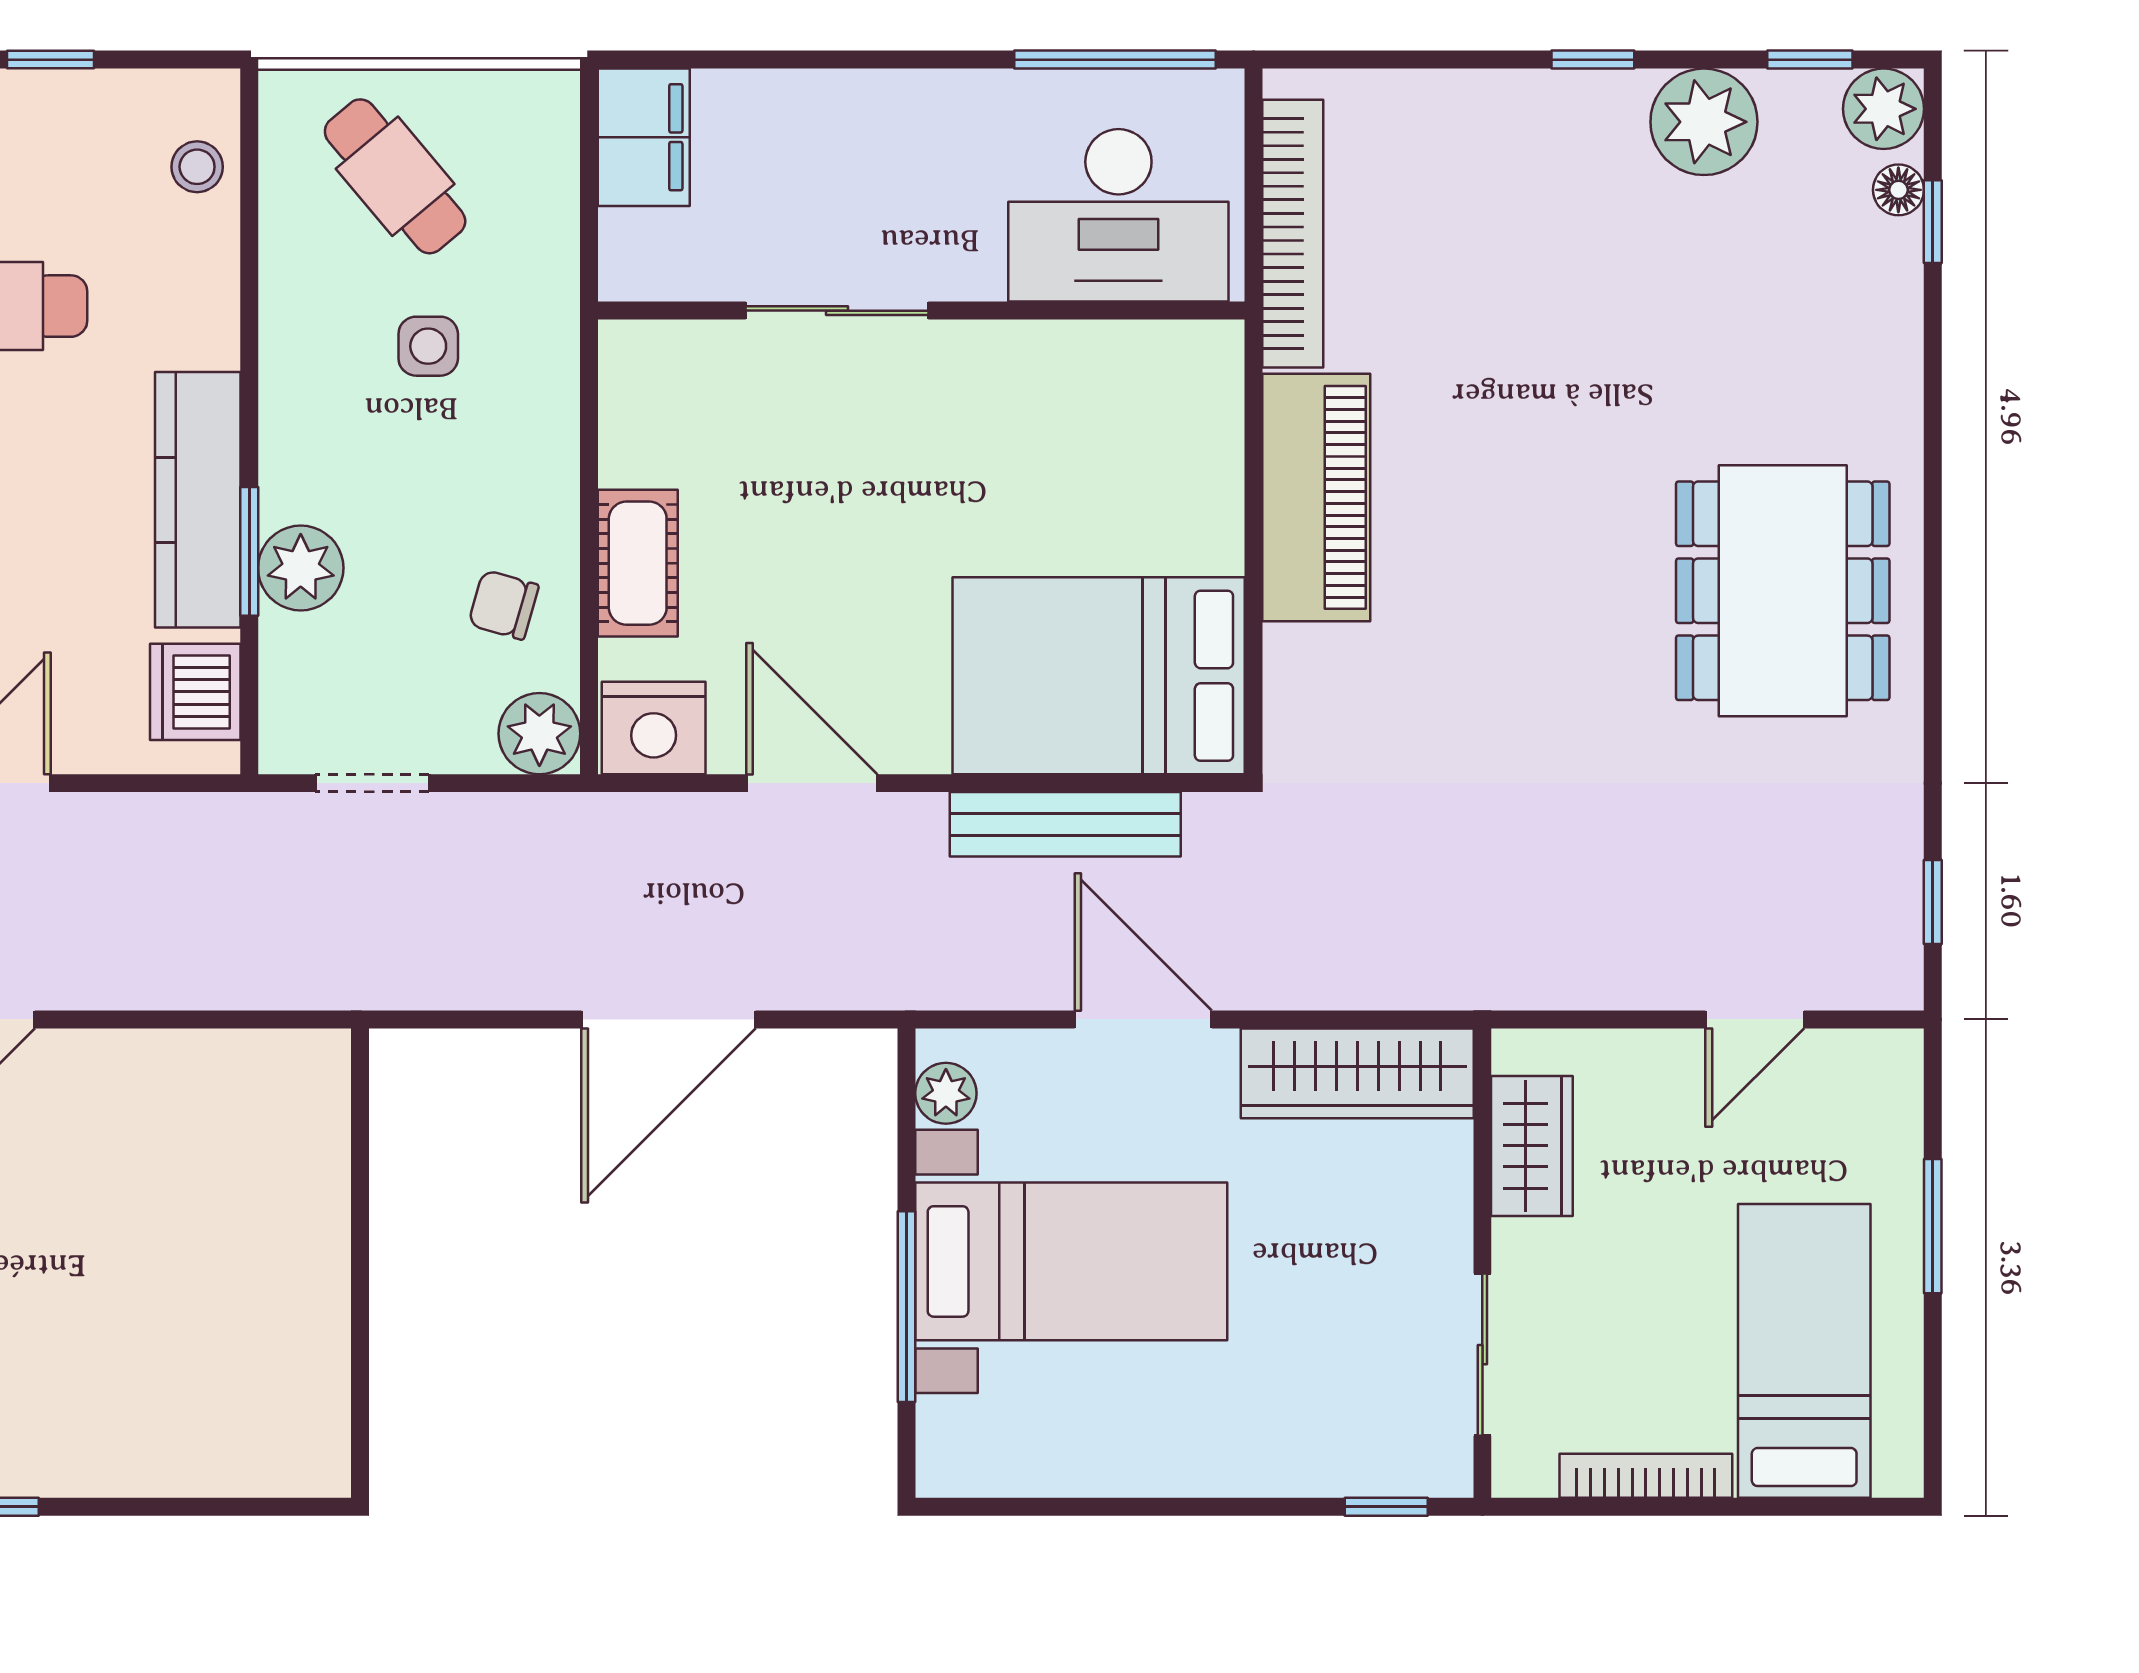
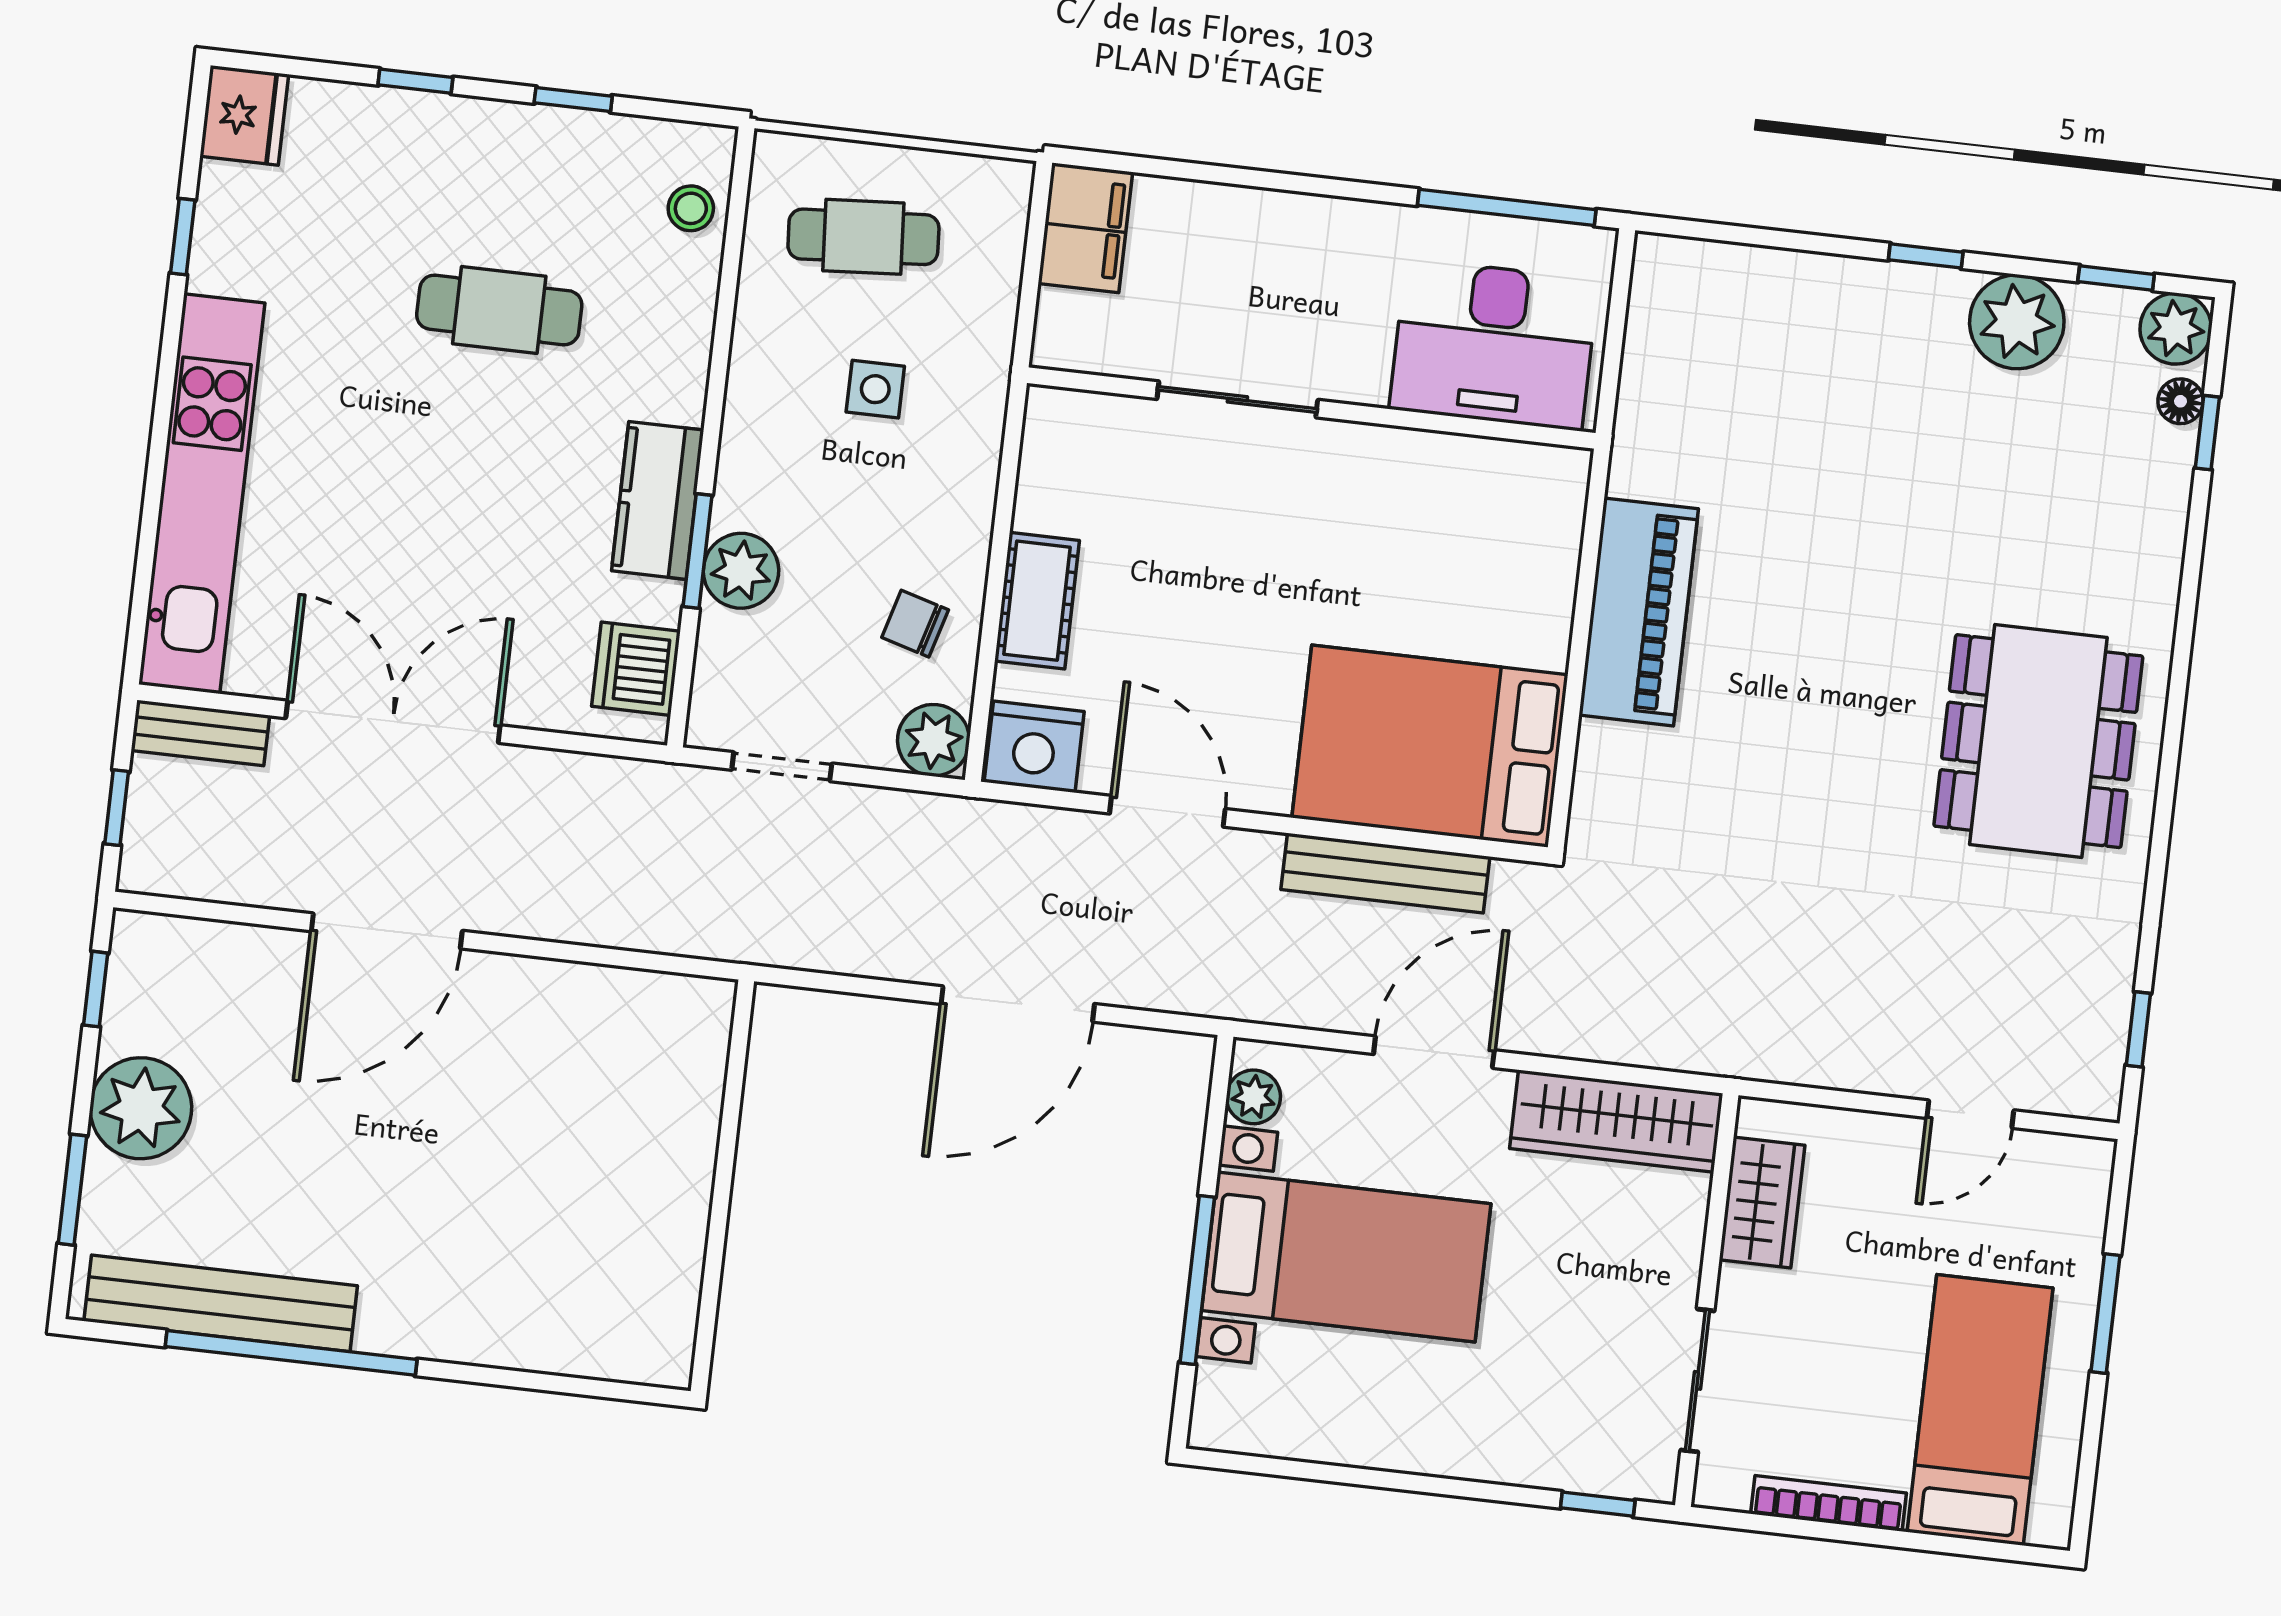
cafe table: (395, 176) -> (863, 237), turned -54
bookcase: (1293, 234) -> (1645, 378), removed
kitchen counter: (198, 500) -> (658, 500), width x0.67
door: (1143, 1019) -> (1434, 1052), hinge flipped

